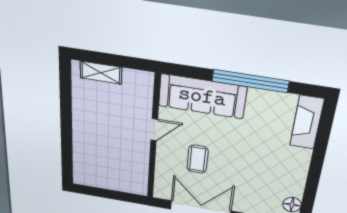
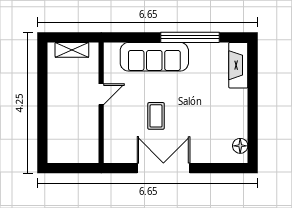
door: (154, 130) -> (101, 94), moved
wall: (154, 138) -> (101, 103), moved

